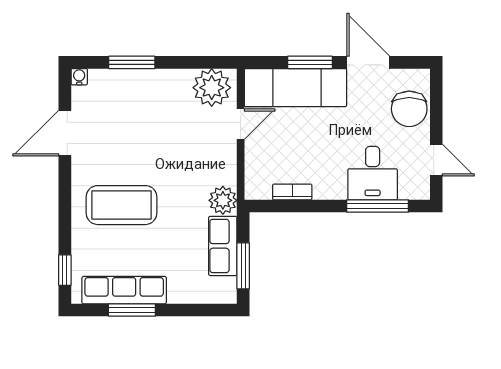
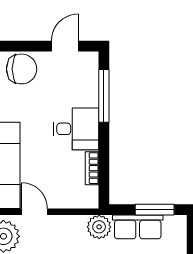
desk: (373, 173) -> (76, 129), moved

